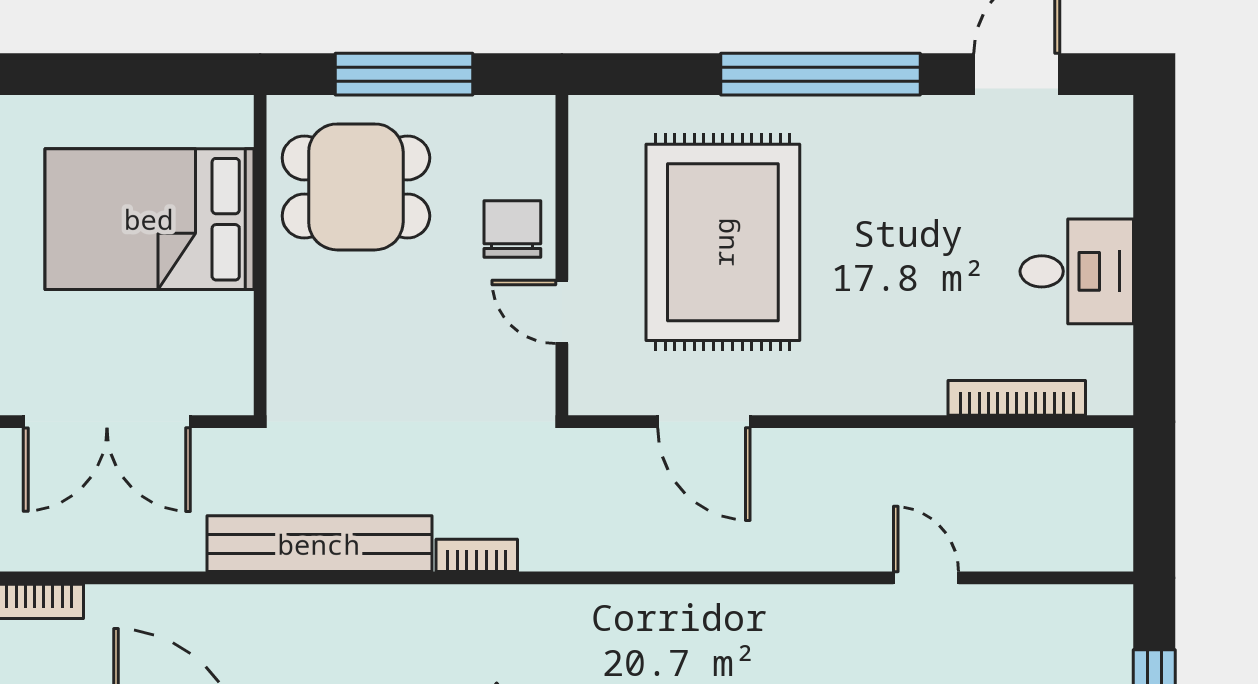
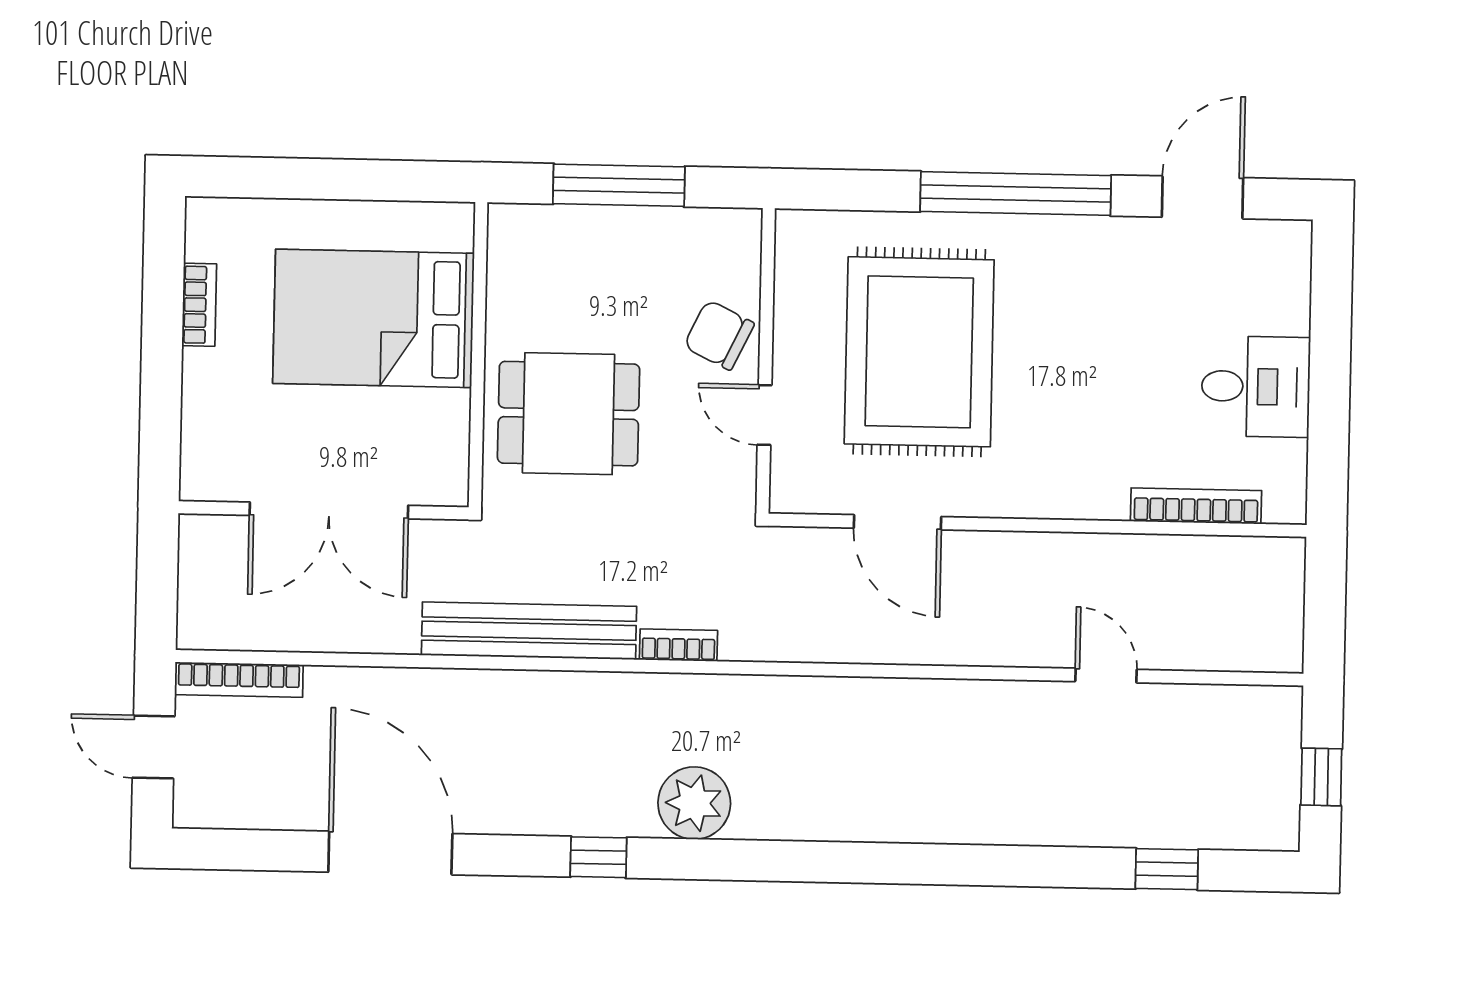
dining table: (356, 187) -> (569, 414), moved
chair: (512, 229) -> (719, 335), turned -64

